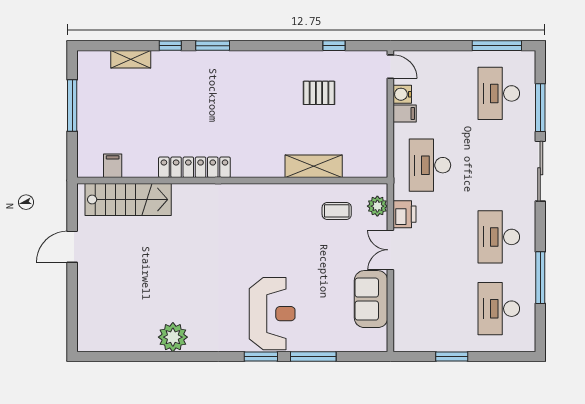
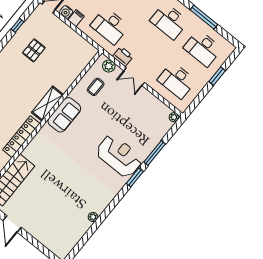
shelving: (314, 166) -> (47, 104), moved
sofa: (371, 299) -> (64, 115), moved, turned -90
desk: (430, 309) -> (177, 80), added
plant: (173, 337) -> (93, 217), width x0.53, depth x0.53
plant: (380, 344) -> (174, 117), added
window: (452, 356) -> (217, 76), moved

